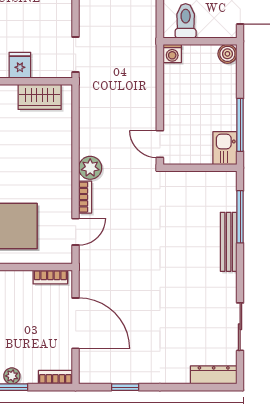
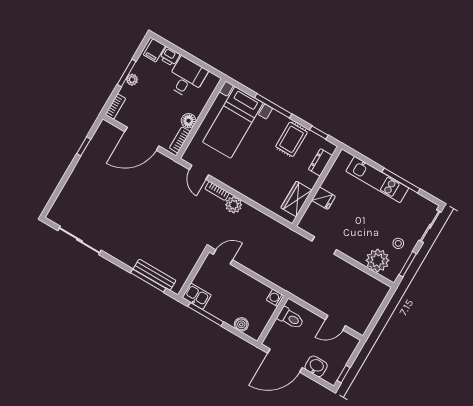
boiler: (227, 54) -> (241, 324), moved
doorway: (76, 55) -> (324, 245), moved
bench: (229, 242) -> (155, 275), moved
floor lamp: (21, 280) -> (189, 121), added
sliding door: (240, 327) -> (79, 240), width x1.37
dresser: (214, 375) -> (59, 206), removed

